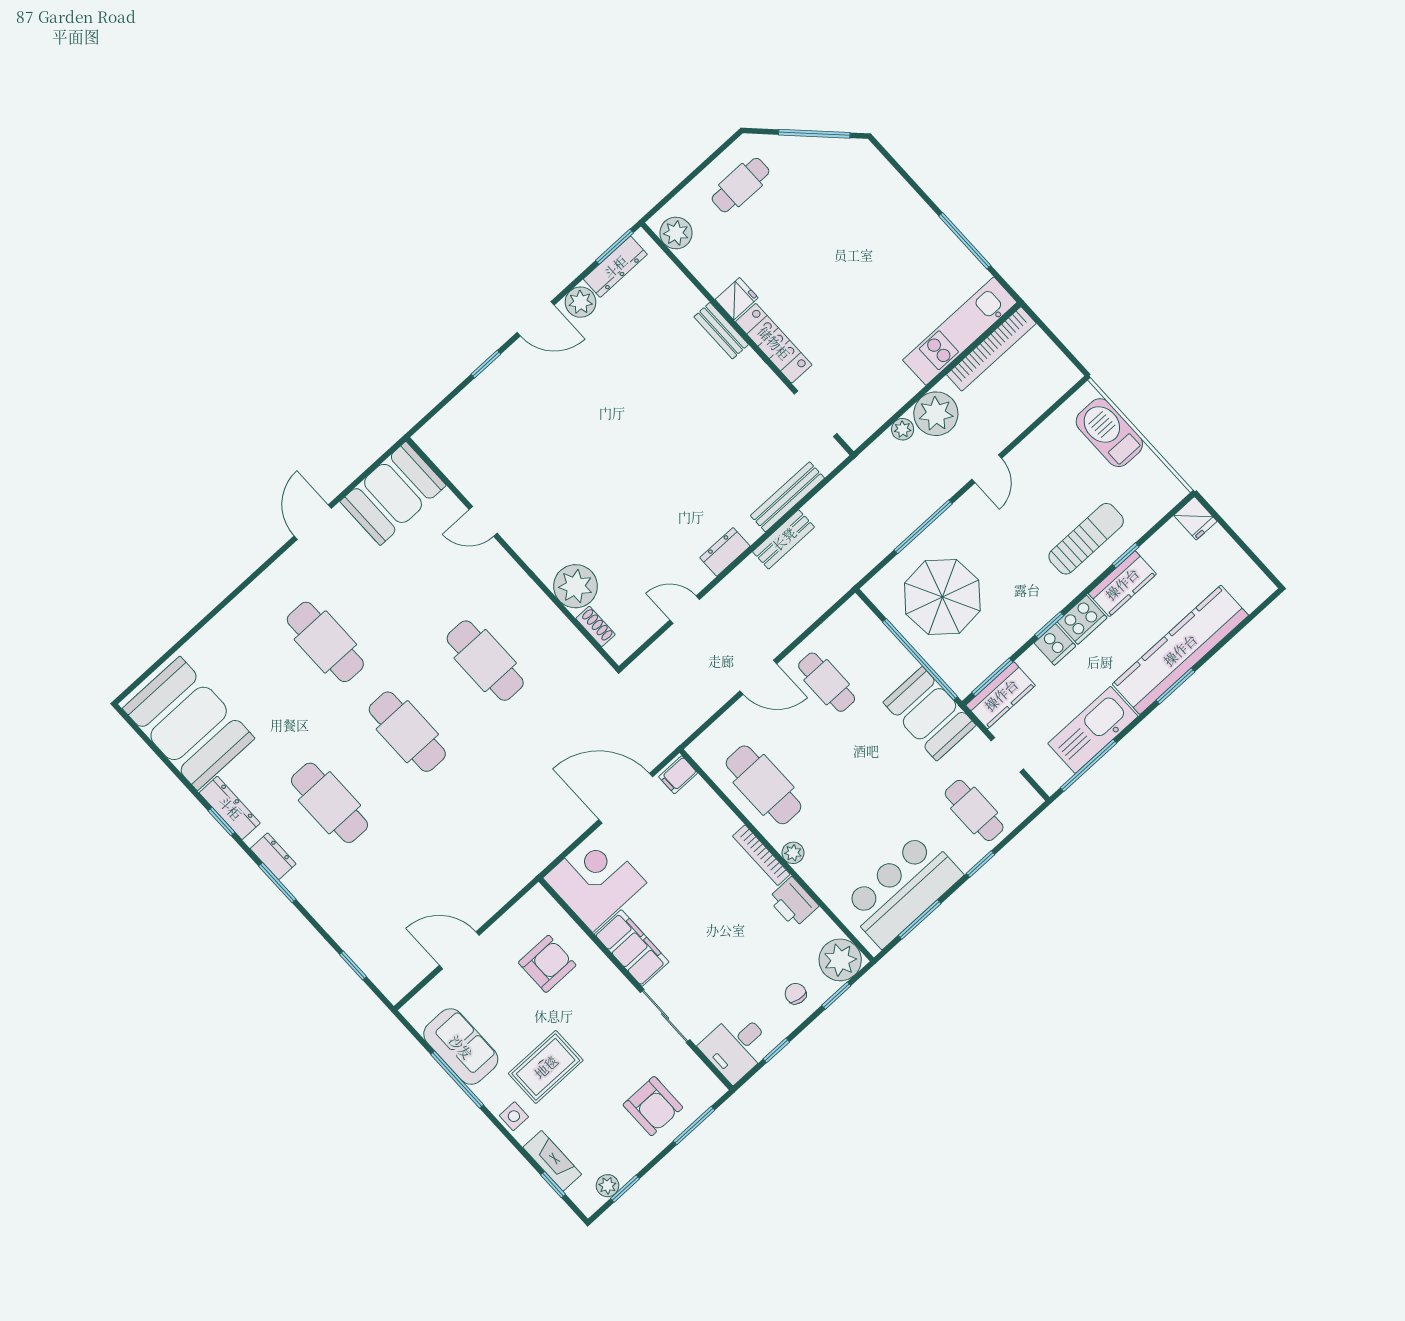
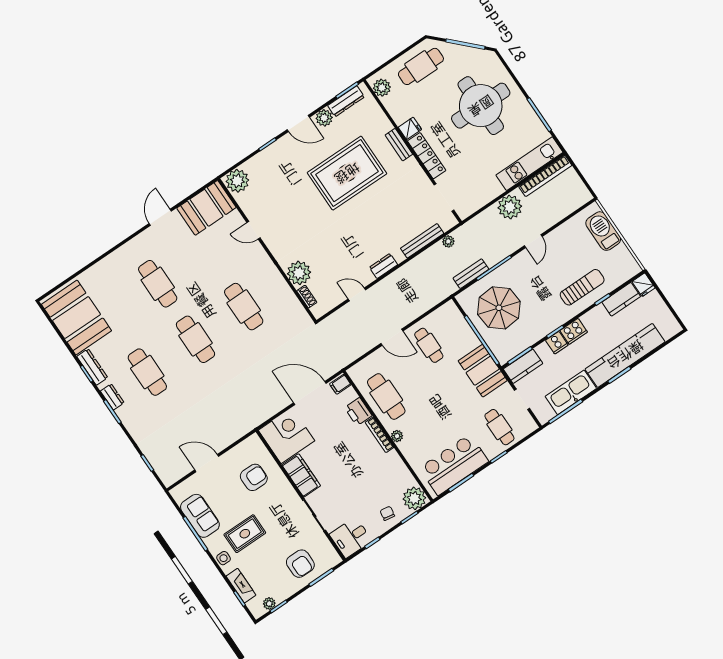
cafe table: (740, 185) -> (421, 66), width x1.37, depth x1.35
round table: (858, 240) -> (481, 106), added
rug: (636, 395) -> (347, 173), added
plant: (903, 429) -> (448, 241), moved
plant: (441, 437) -> (237, 181), added
bench: (784, 539) -> (471, 274), moved
kitchen counter: (1122, 584) -> (621, 299), moved
printer: (793, 902) -> (358, 412), moved

